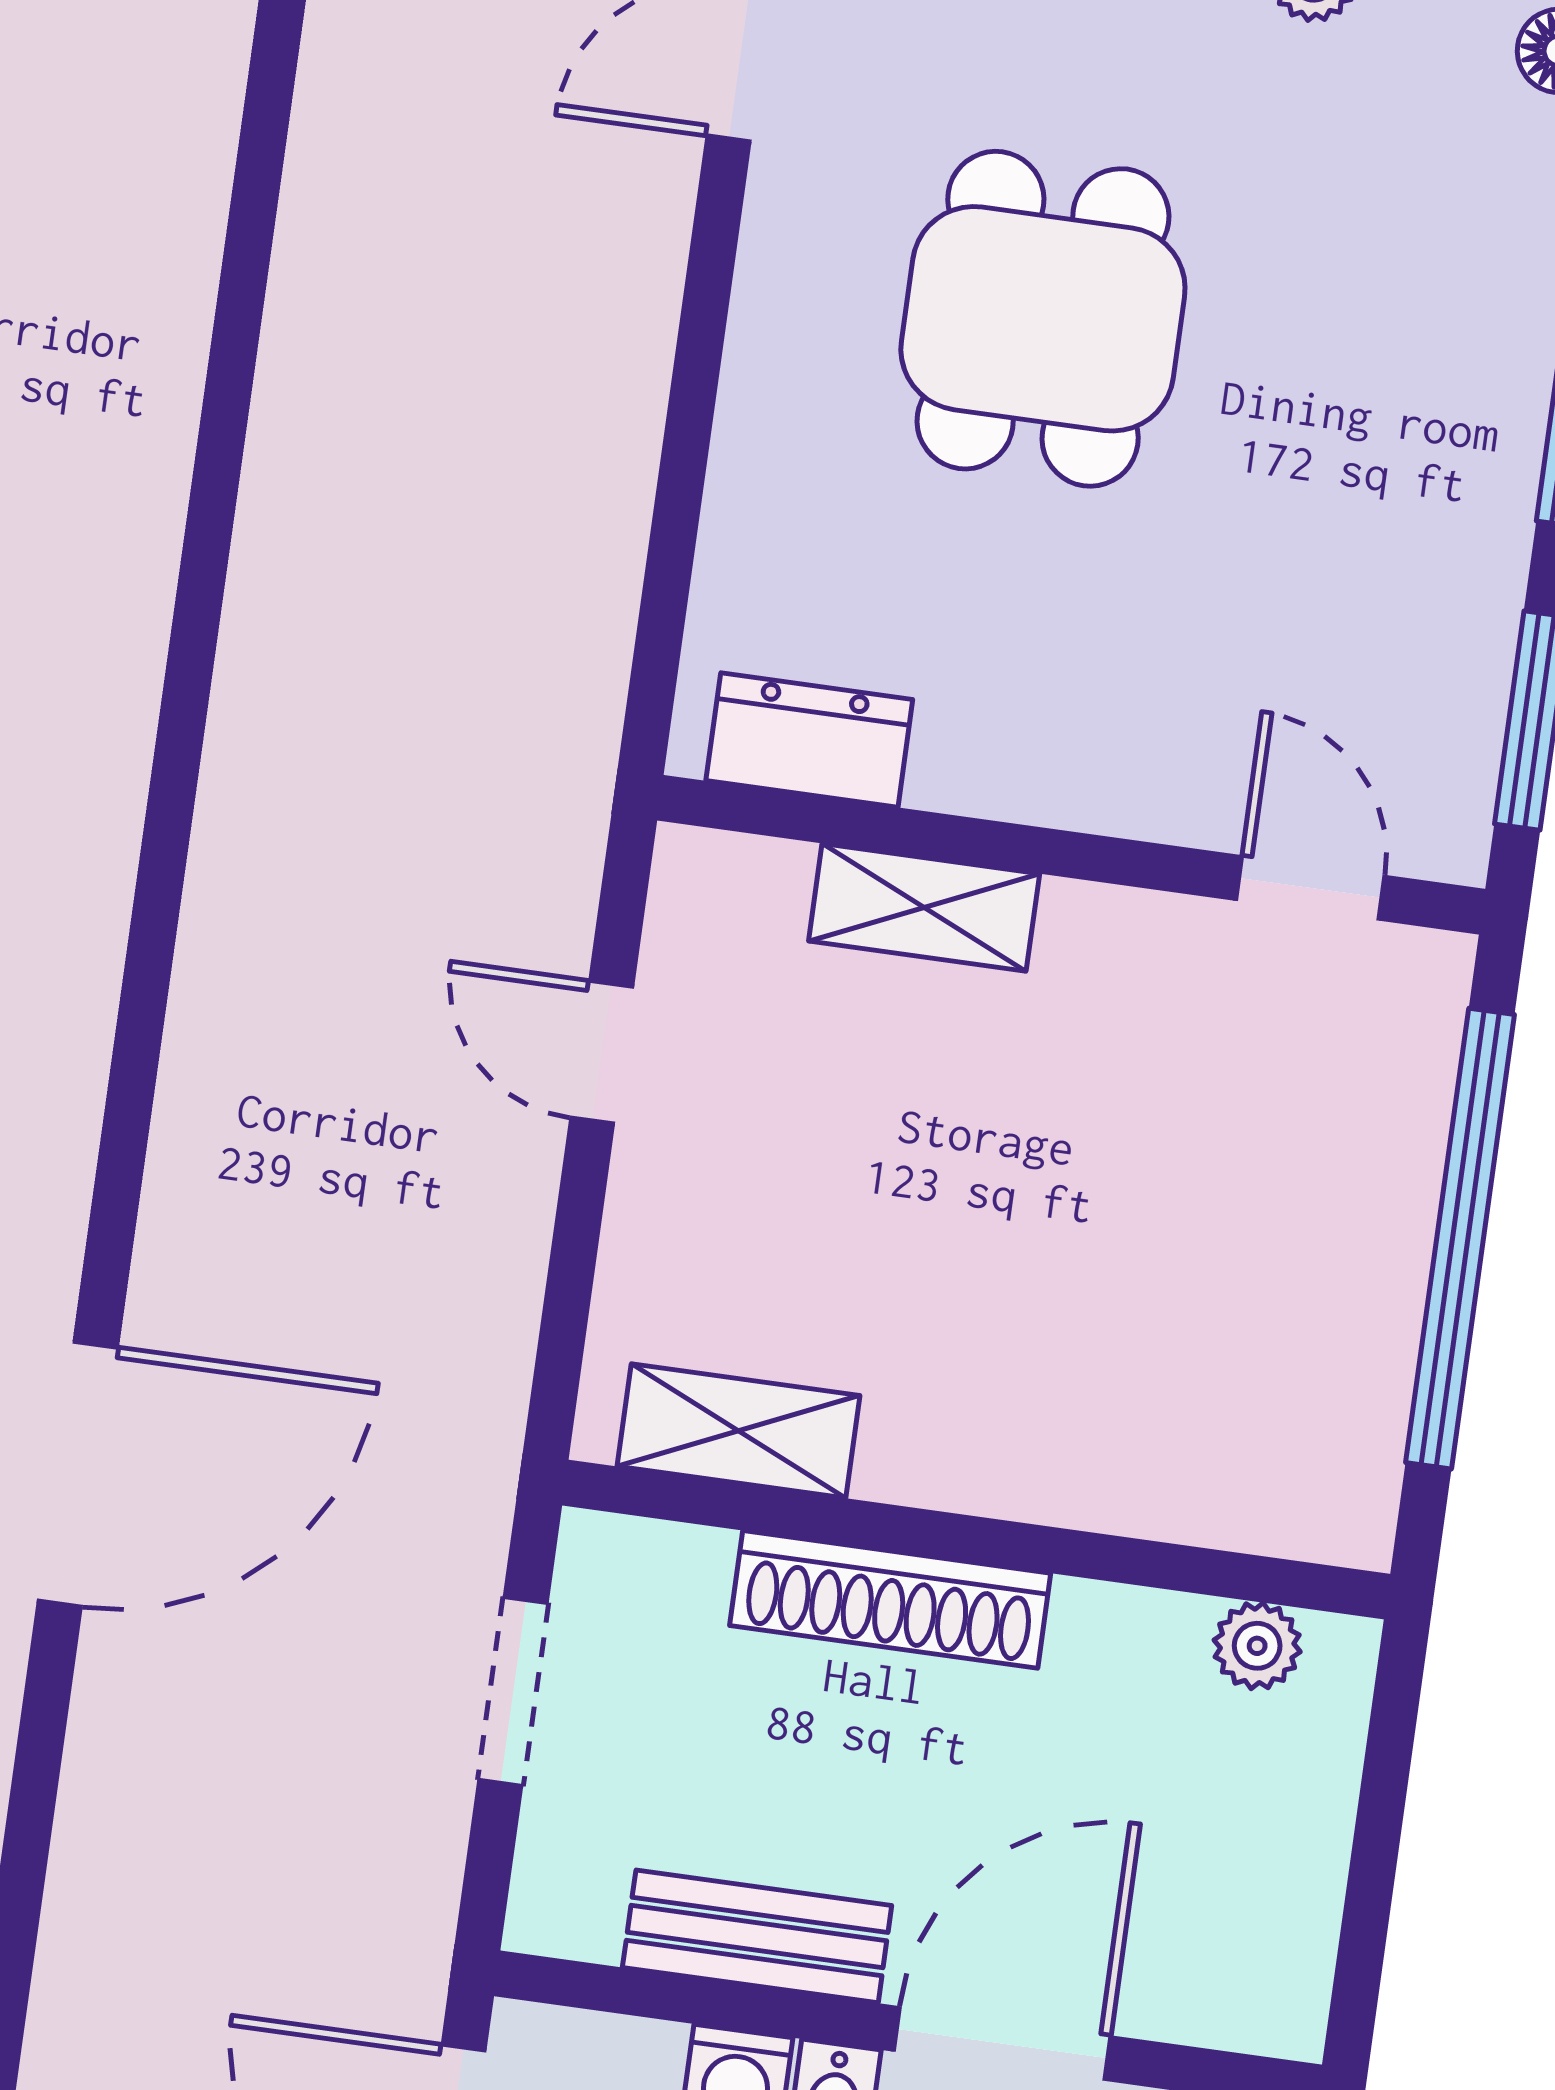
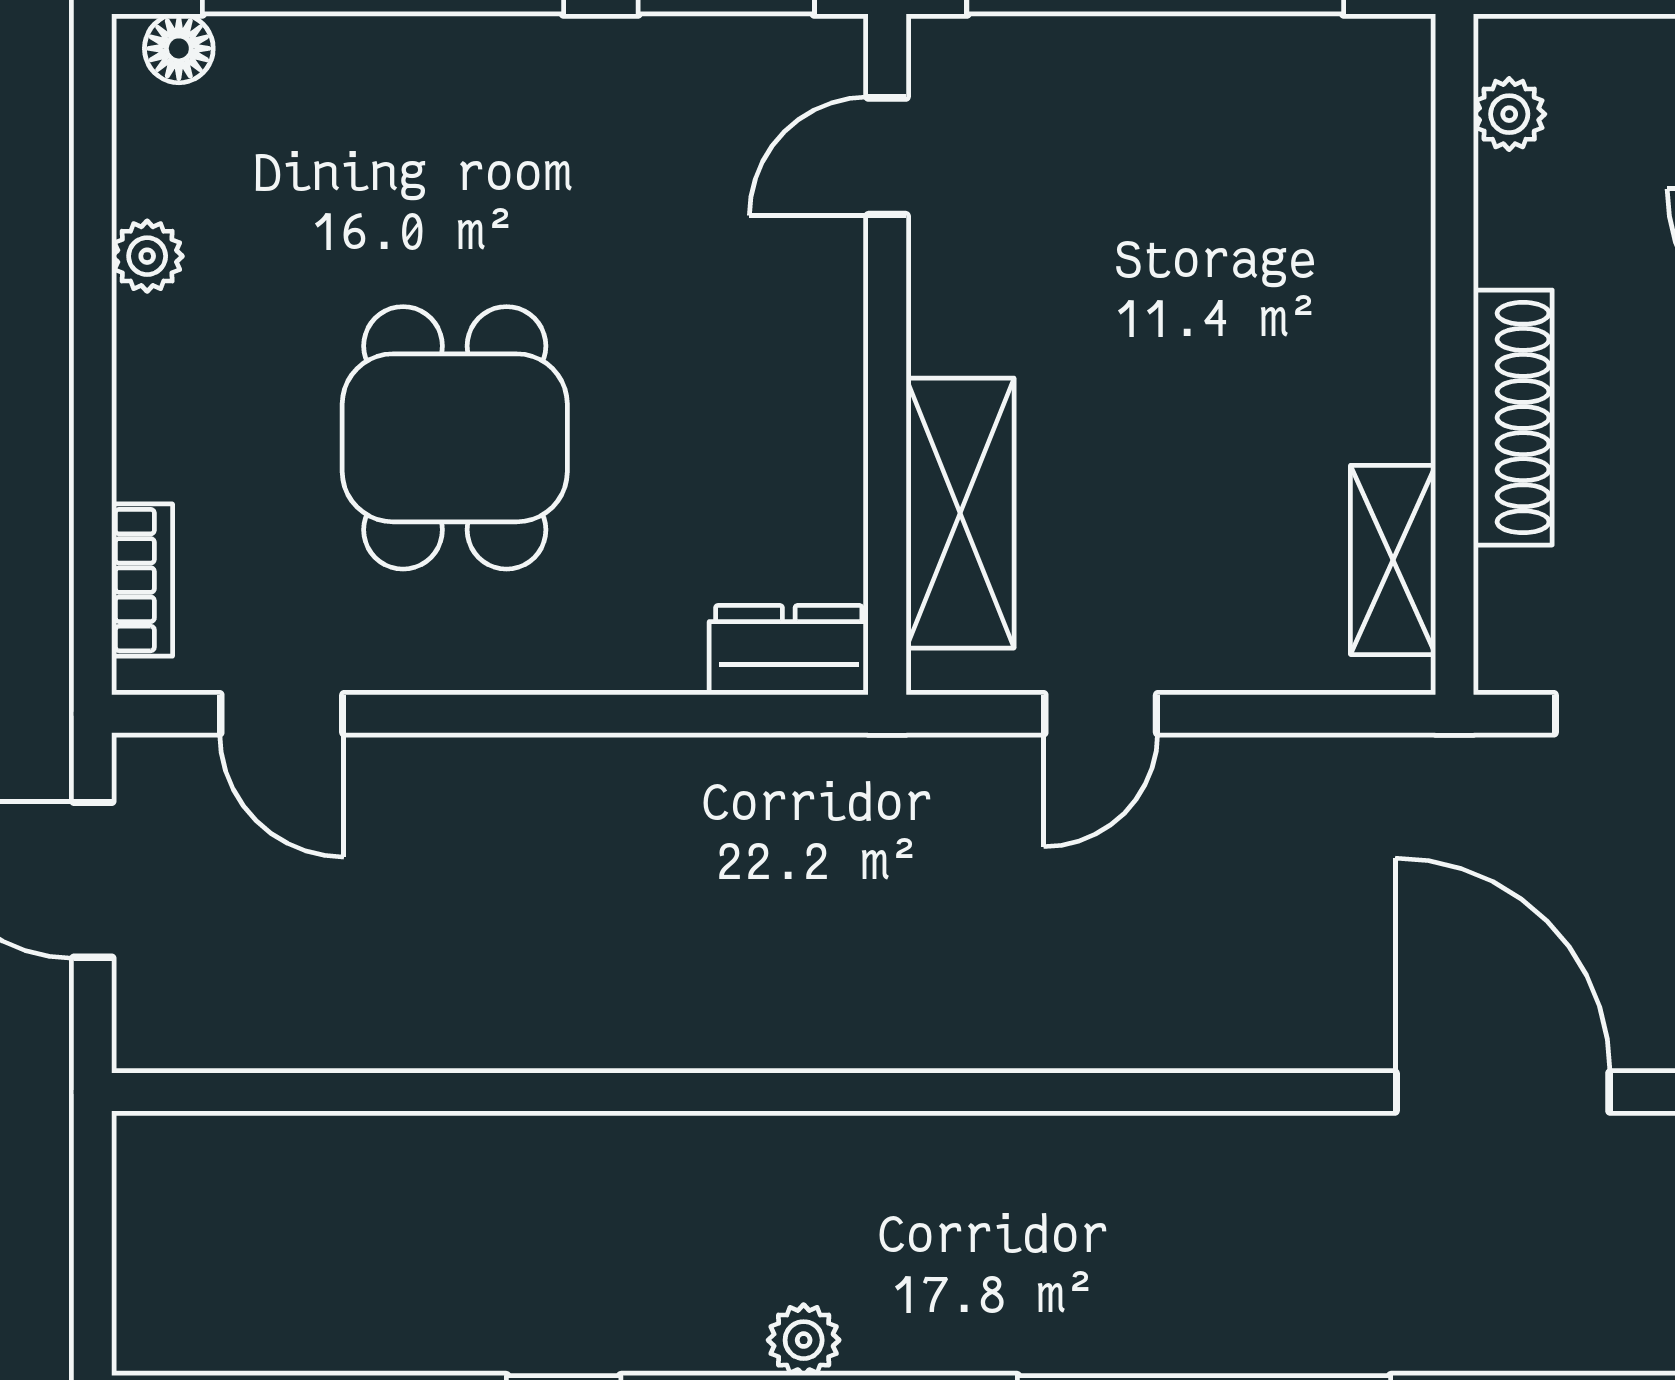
dining table: (1043, 319) -> (455, 438), turned 90
dresser: (809, 740) -> (789, 650), moved, turned 90
shelving: (924, 907) -> (960, 513), width x1.50, depth x1.33

